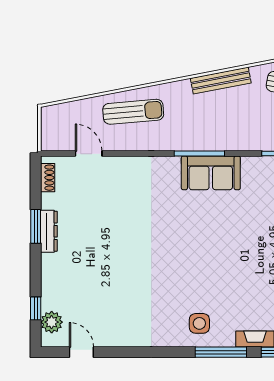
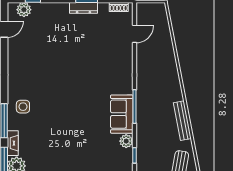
sun lounger: (133, 112) -> (162, 63), removed
plant: (252, 166) -> (126, 141), added

